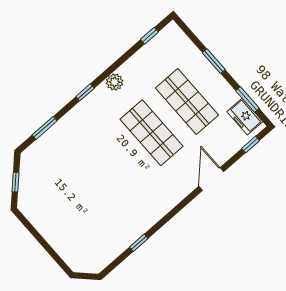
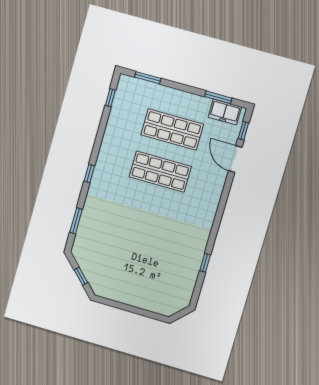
window: (214, 61) -> (148, 78), moved
plant: (115, 82) -> (107, 151), removed
door: (211, 179) -> (235, 159), moved

